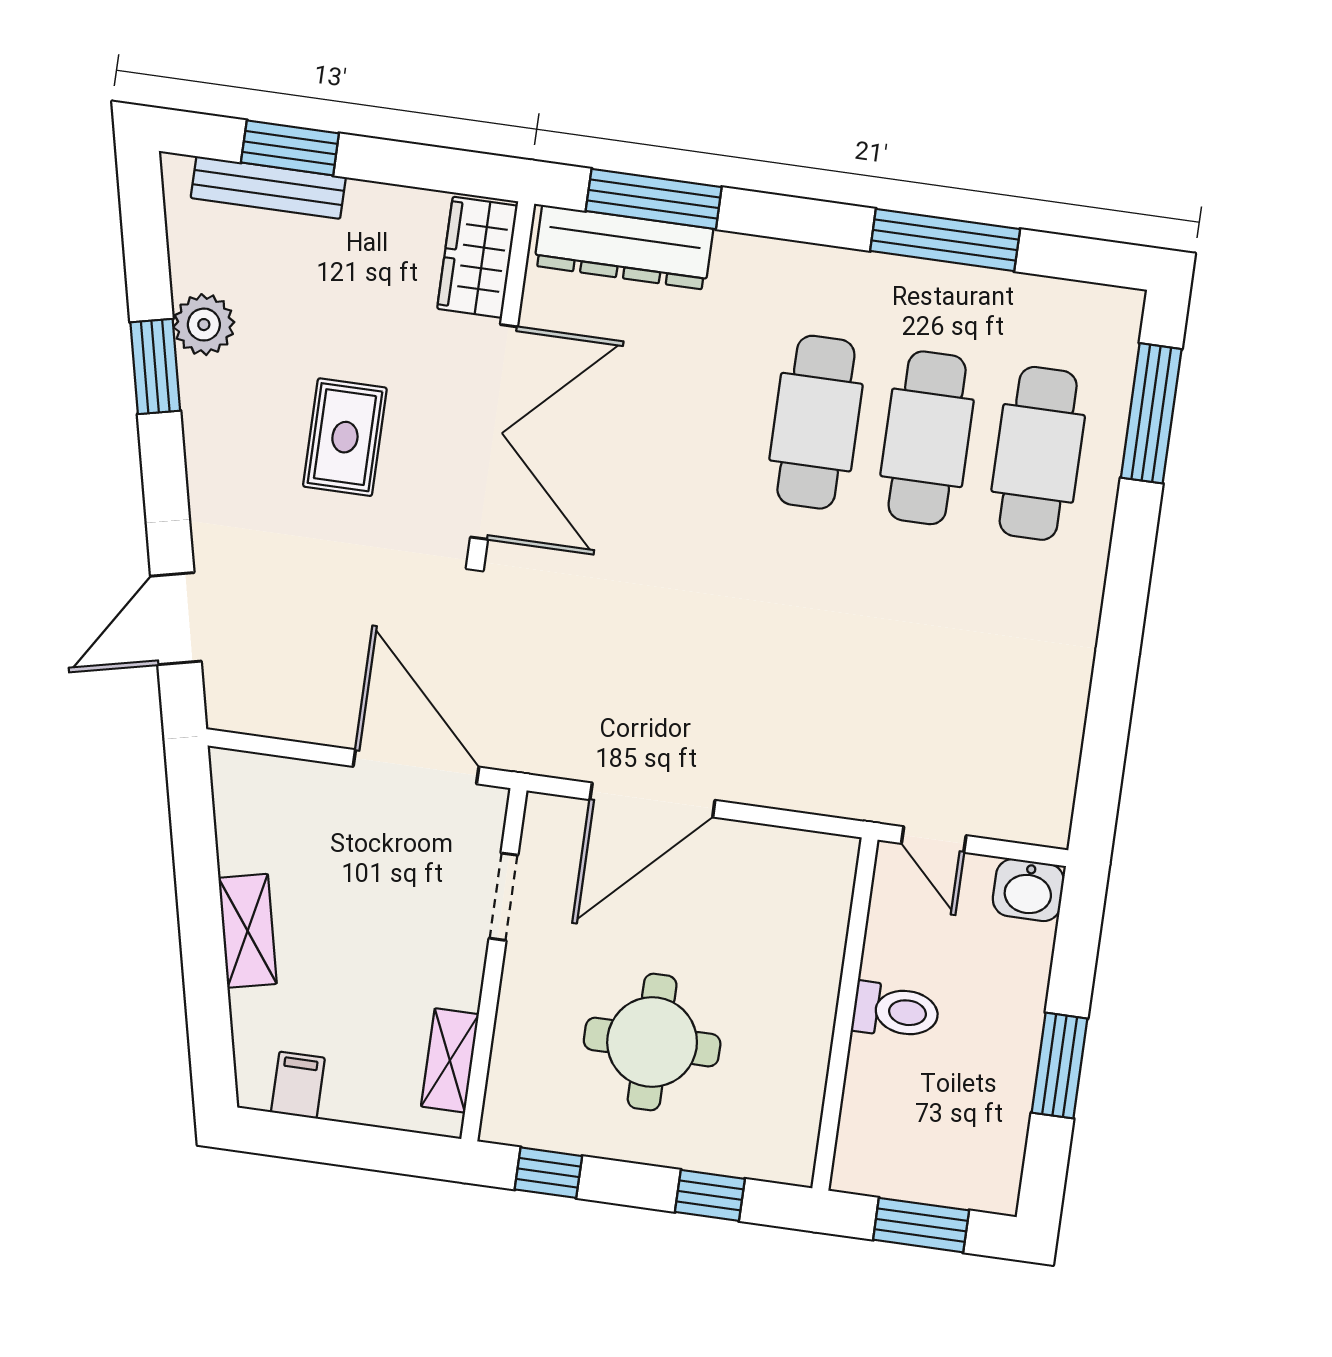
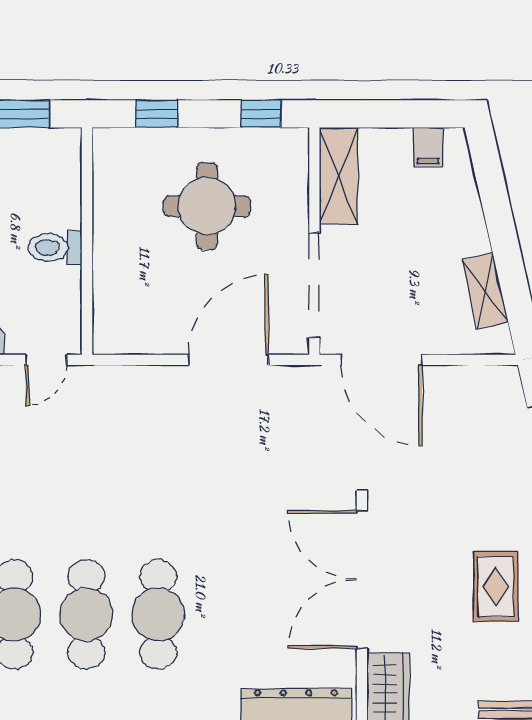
rug: (345, 437) -> (496, 587), moved
door: (934, 839) -> (46, 360), swing flipped
doorway: (503, 897) -> (314, 285), width x1.88
shelving: (248, 931) -> (485, 291), moved
shelving: (450, 1060) -> (339, 176), width x1.50, depth x1.33

